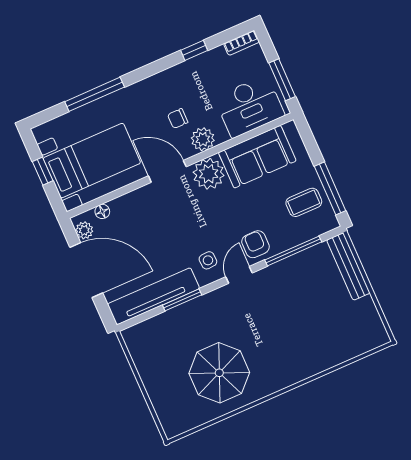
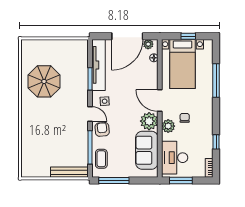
door: (167, 171) -> (160, 101), swing flipped
coffee table: (304, 202) -> (101, 159), moved
armchair: (256, 244) -> (102, 129), turned -95

